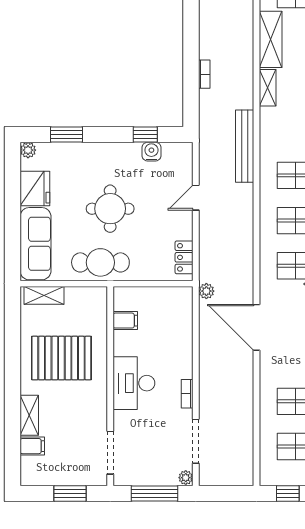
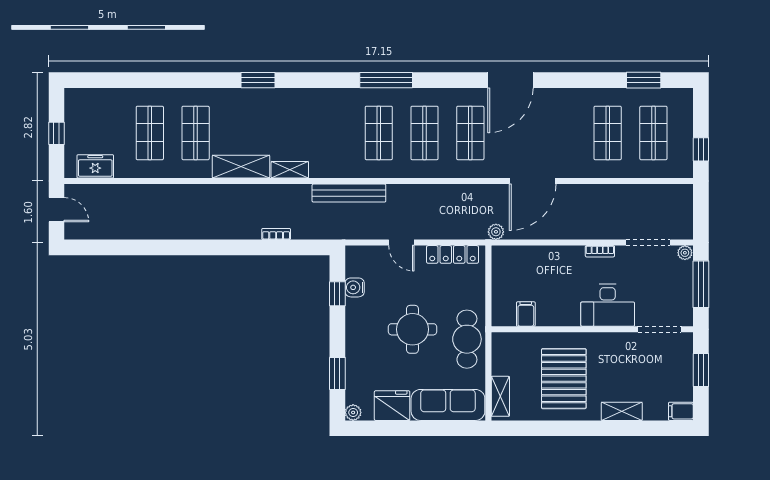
locker: (184, 257) -> (452, 254), width x1.53
desk: (134, 383) -> (608, 305), moved
filing cabinet: (32, 446) -> (681, 411), moved, turned -90

